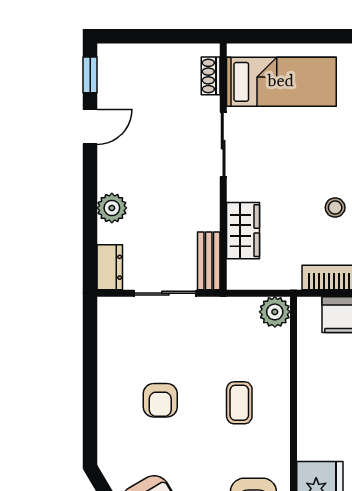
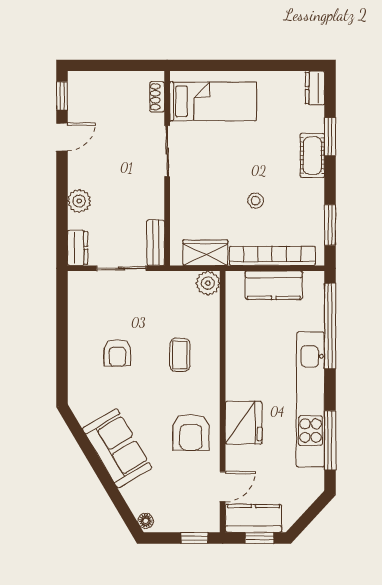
wardrobe: (243, 231) -> (205, 253), moved, turned -90

